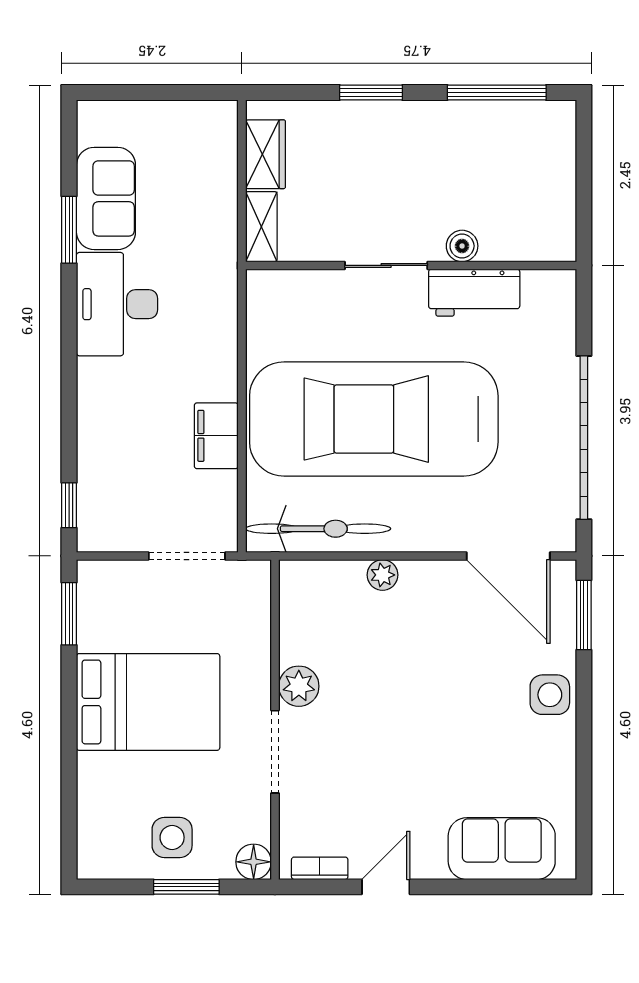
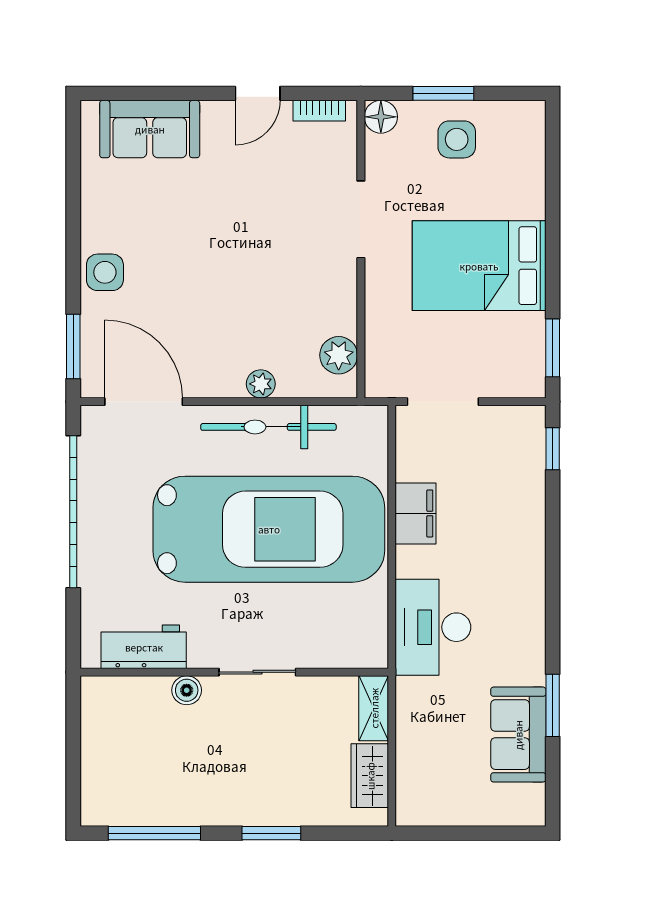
workbench: (474, 293) -> (144, 647), moved
desk: (117, 304) -> (433, 627), moved, turned 180
bicycle: (318, 529) -> (268, 427), moved
plant: (299, 686) -> (339, 355), moved

